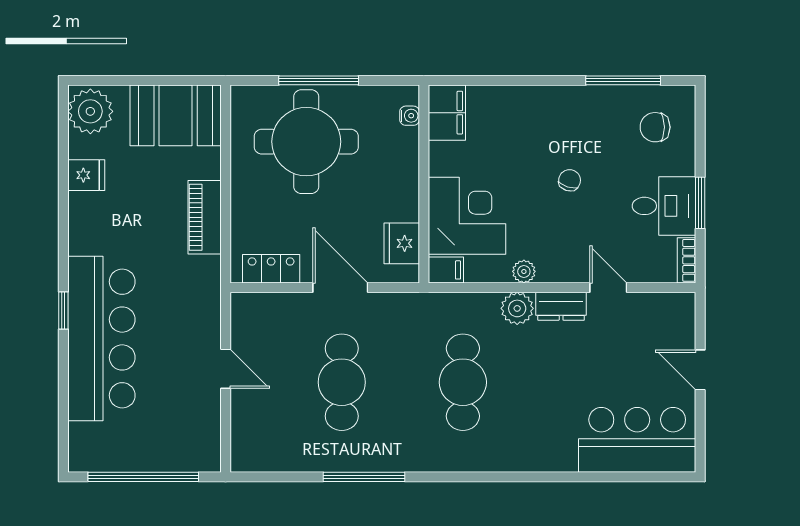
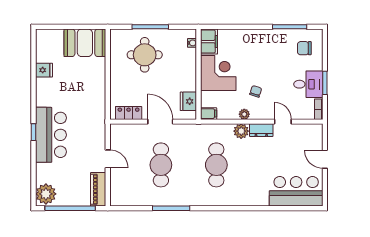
plant: (90, 111) -> (46, 194), moved
round table: (306, 142) -> (145, 55), width x0.73, depth x0.73
chair: (570, 180) -> (256, 91), moved
corner desk: (467, 216) -> (218, 73), moved
piano: (205, 217) -> (98, 189), moved
bar counter: (101, 338) -> (51, 135), width x0.73

